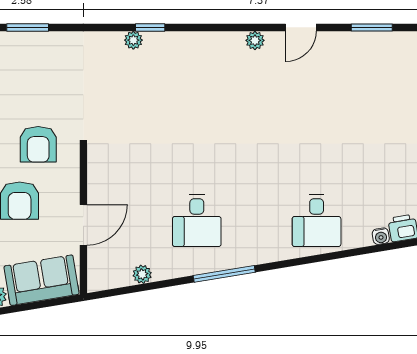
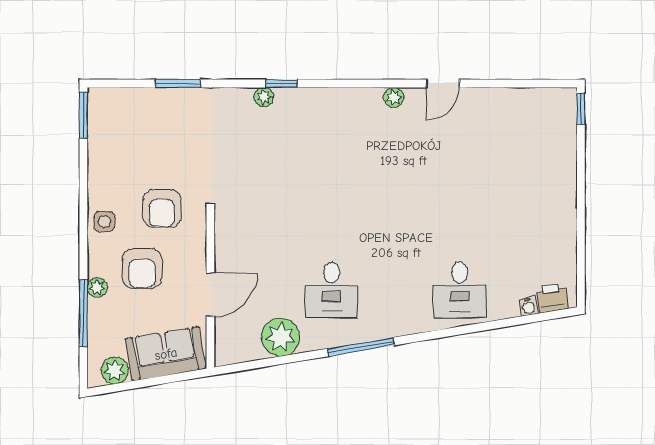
window: (28, 27) -> (178, 83), moved
window: (372, 27) -> (519, 83), removed
plant: (142, 274) -> (280, 337), width x1.88, depth x1.88

